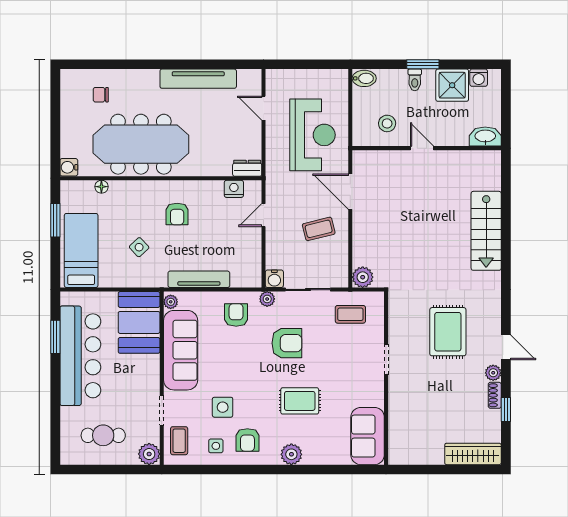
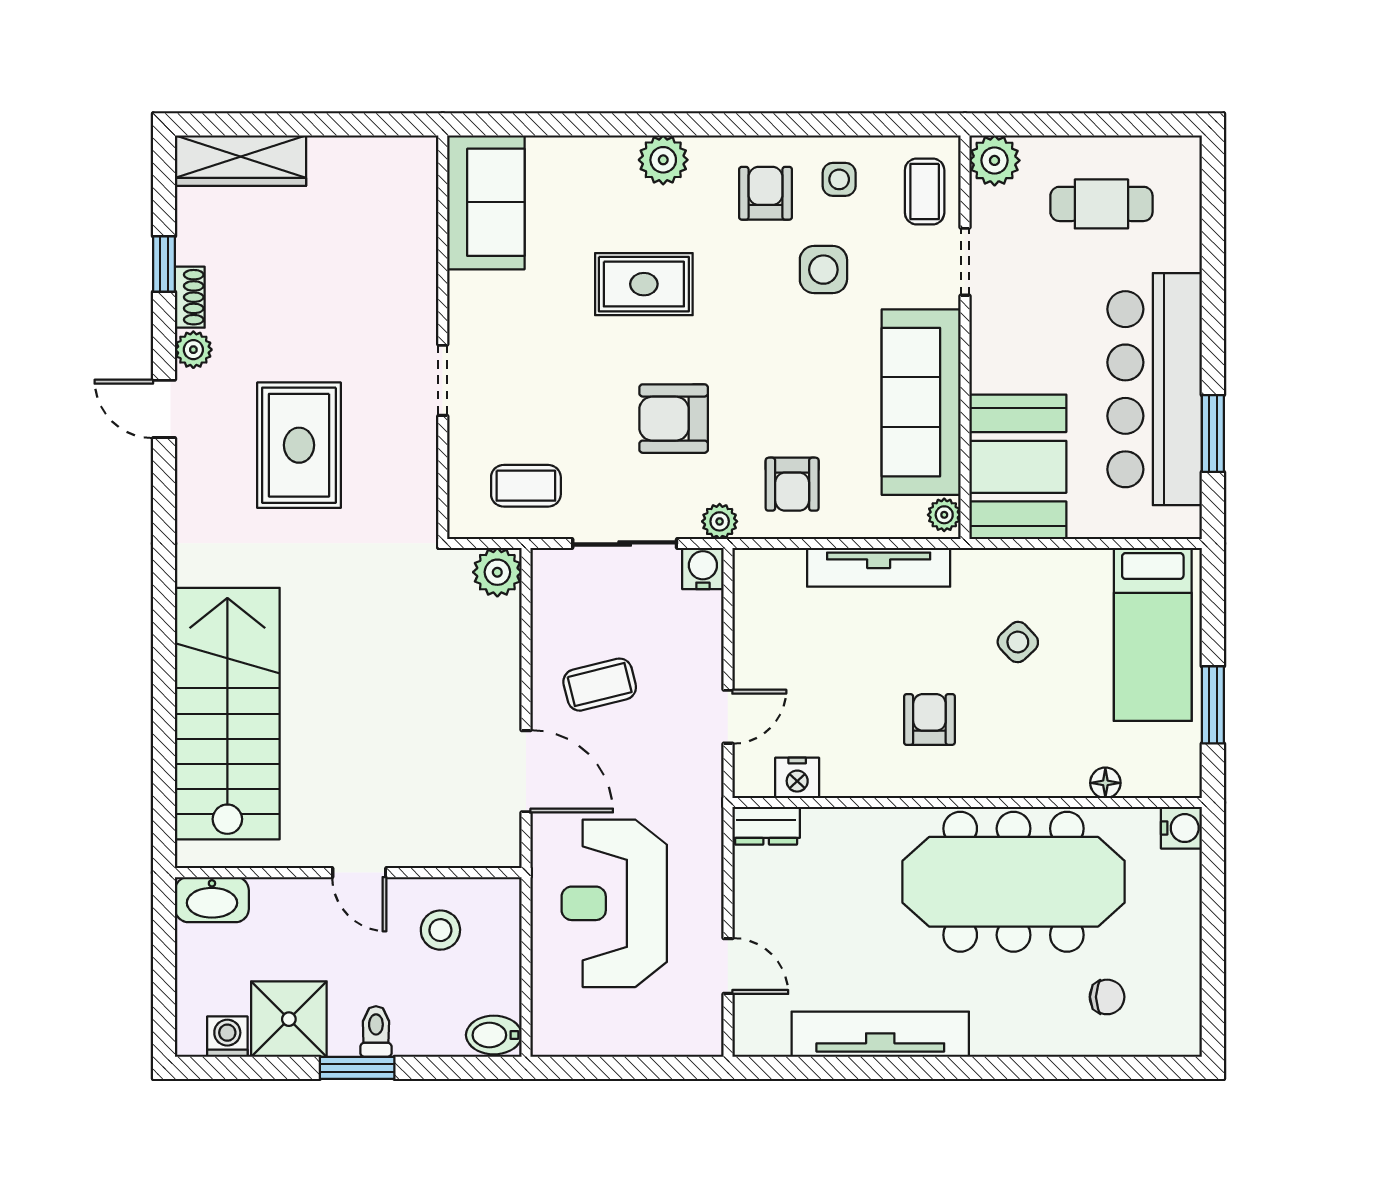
stairs: (486, 231) -> (227, 714), width x1.36, depth x1.51

